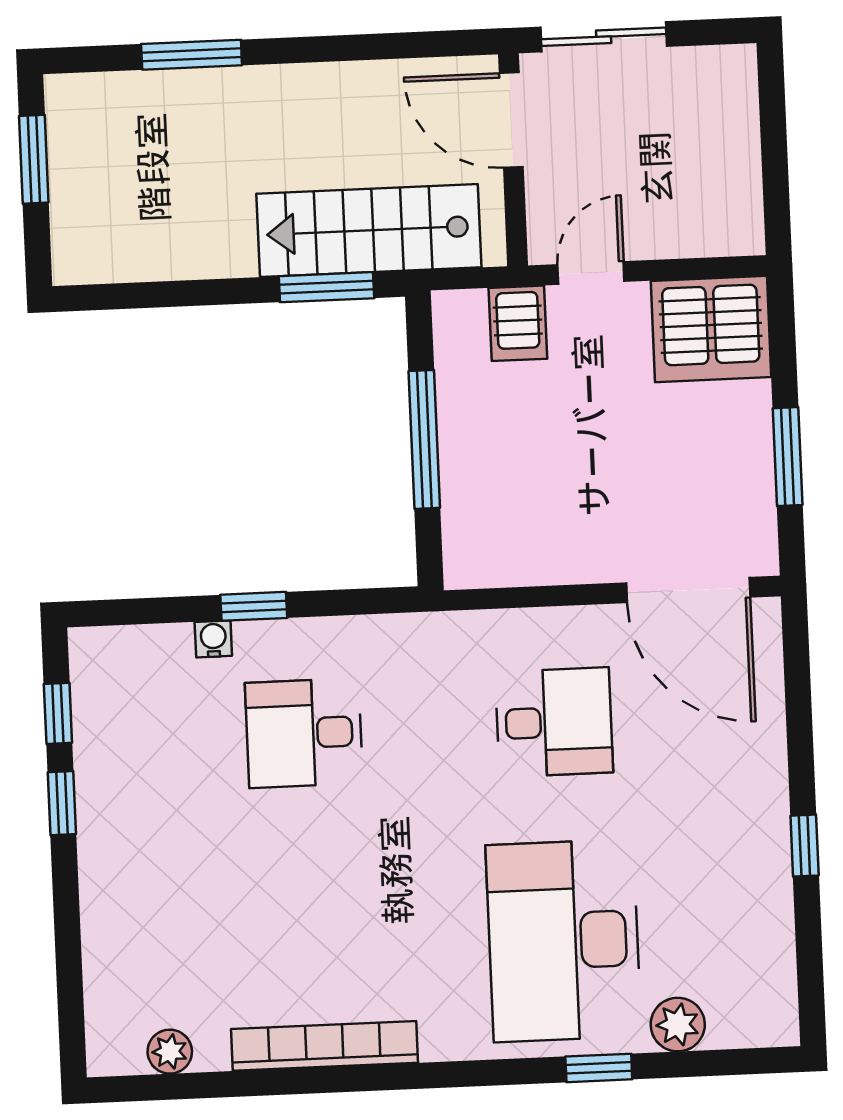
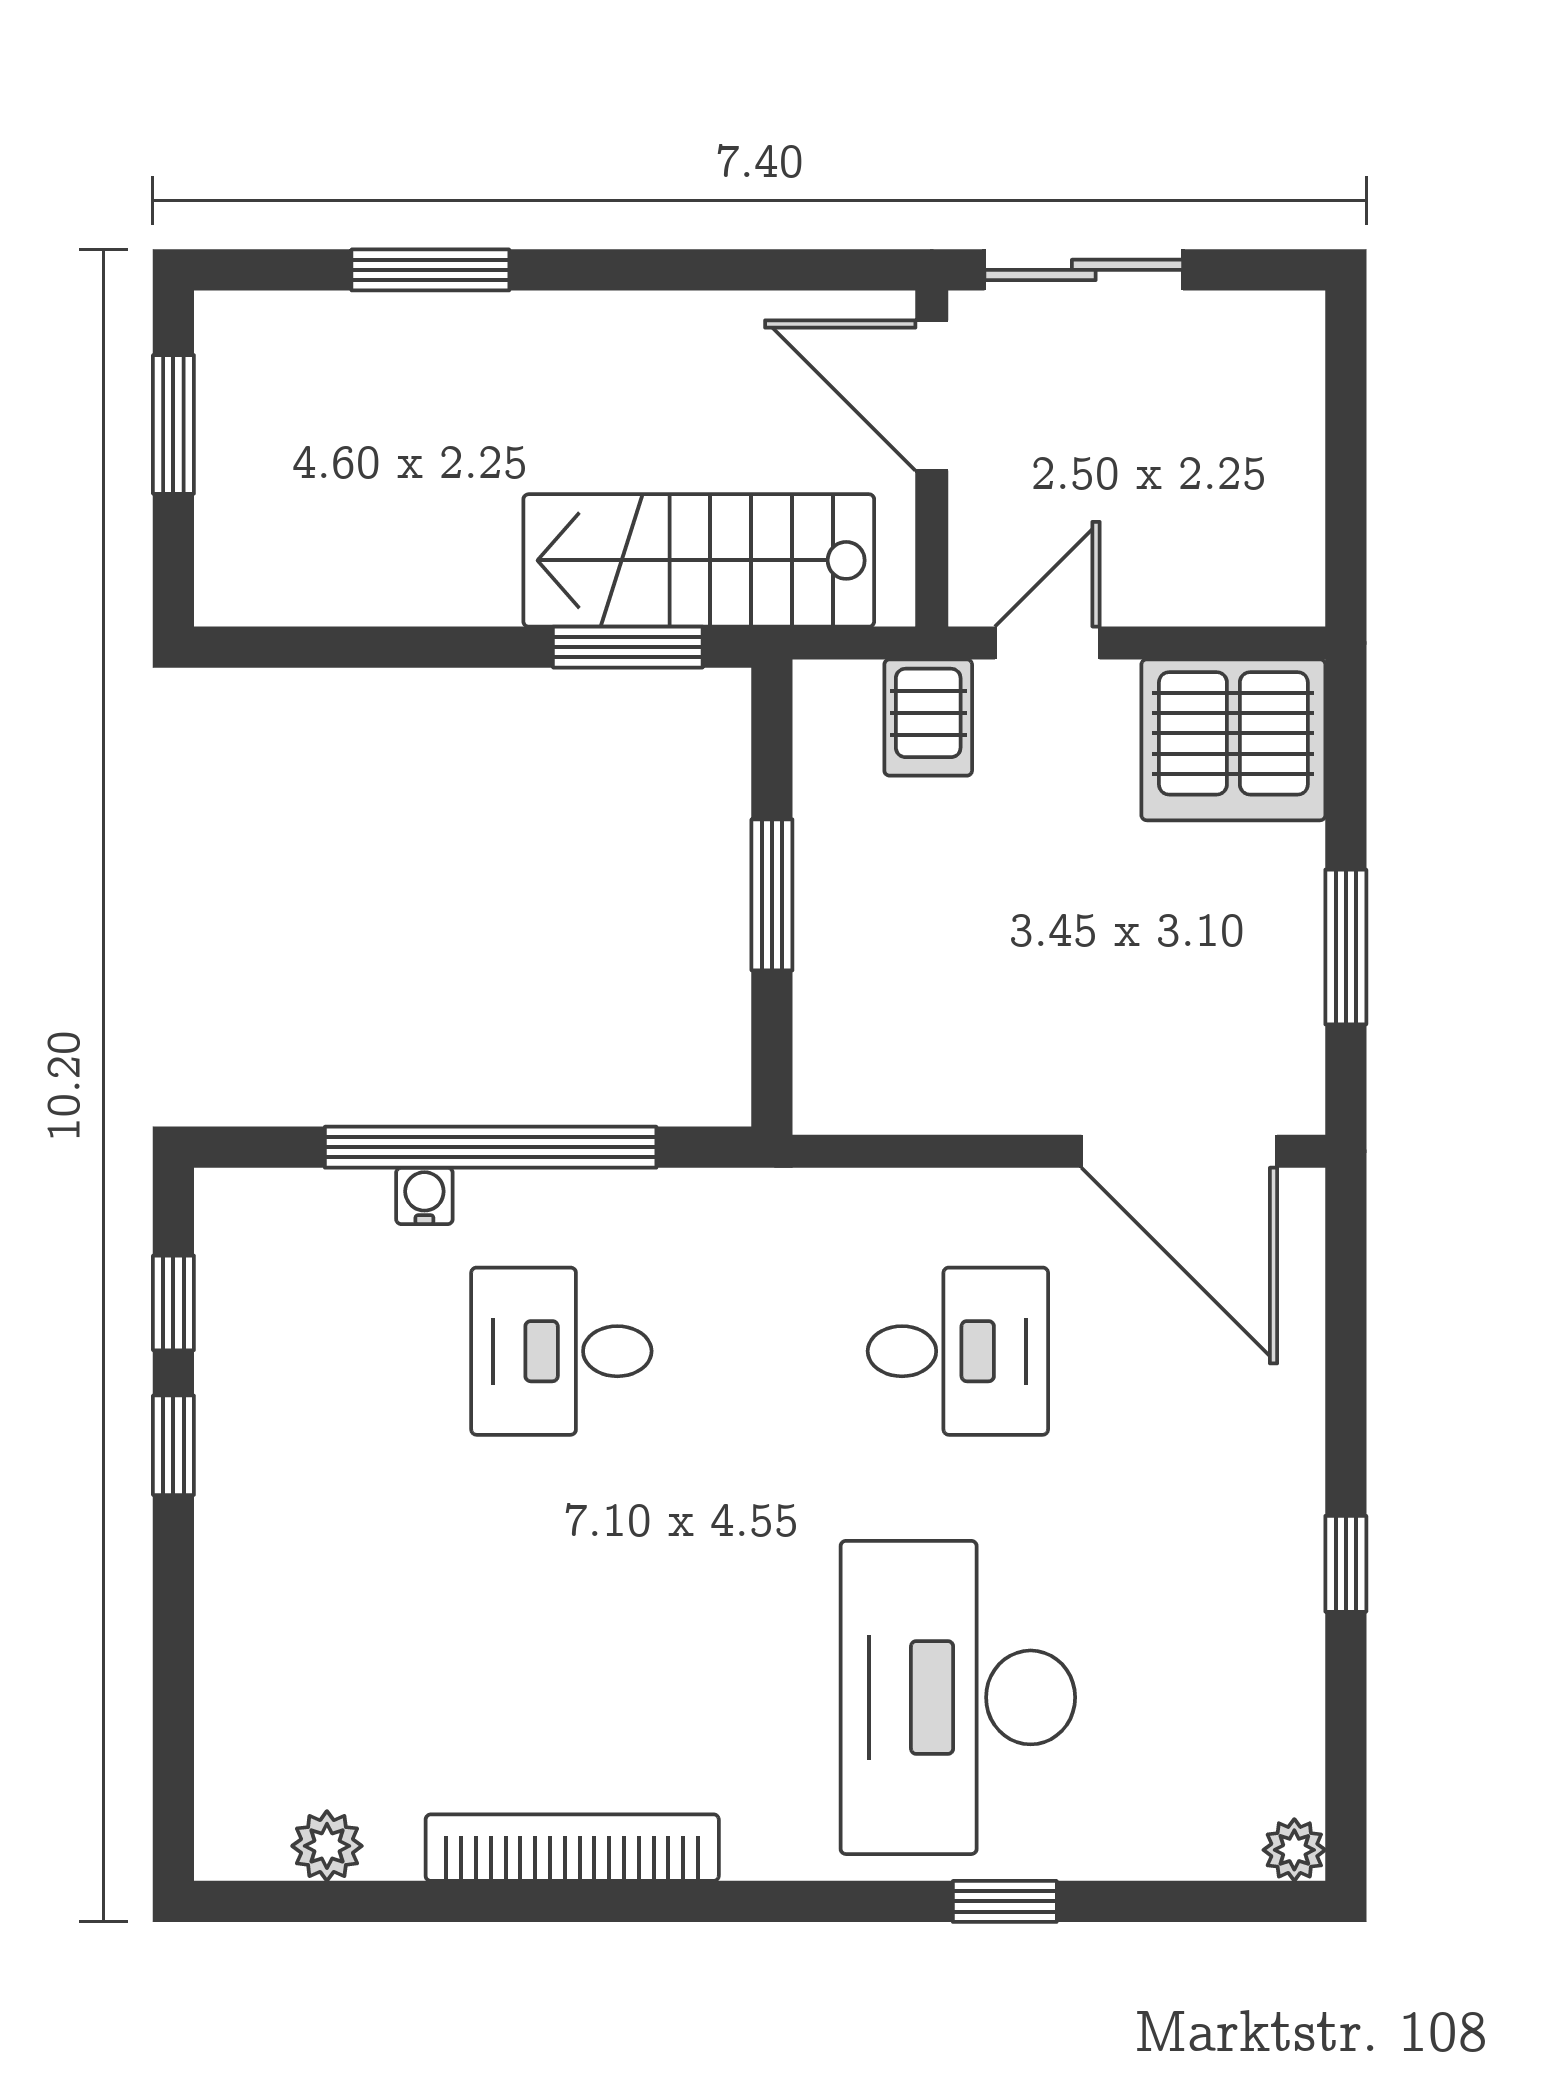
window: (424, 439) -> (772, 895), width x0.69
window: (254, 606) -> (491, 1147), width x3.17
plant: (678, 1025) -> (1294, 1850), moved, width x0.73, depth x0.73

